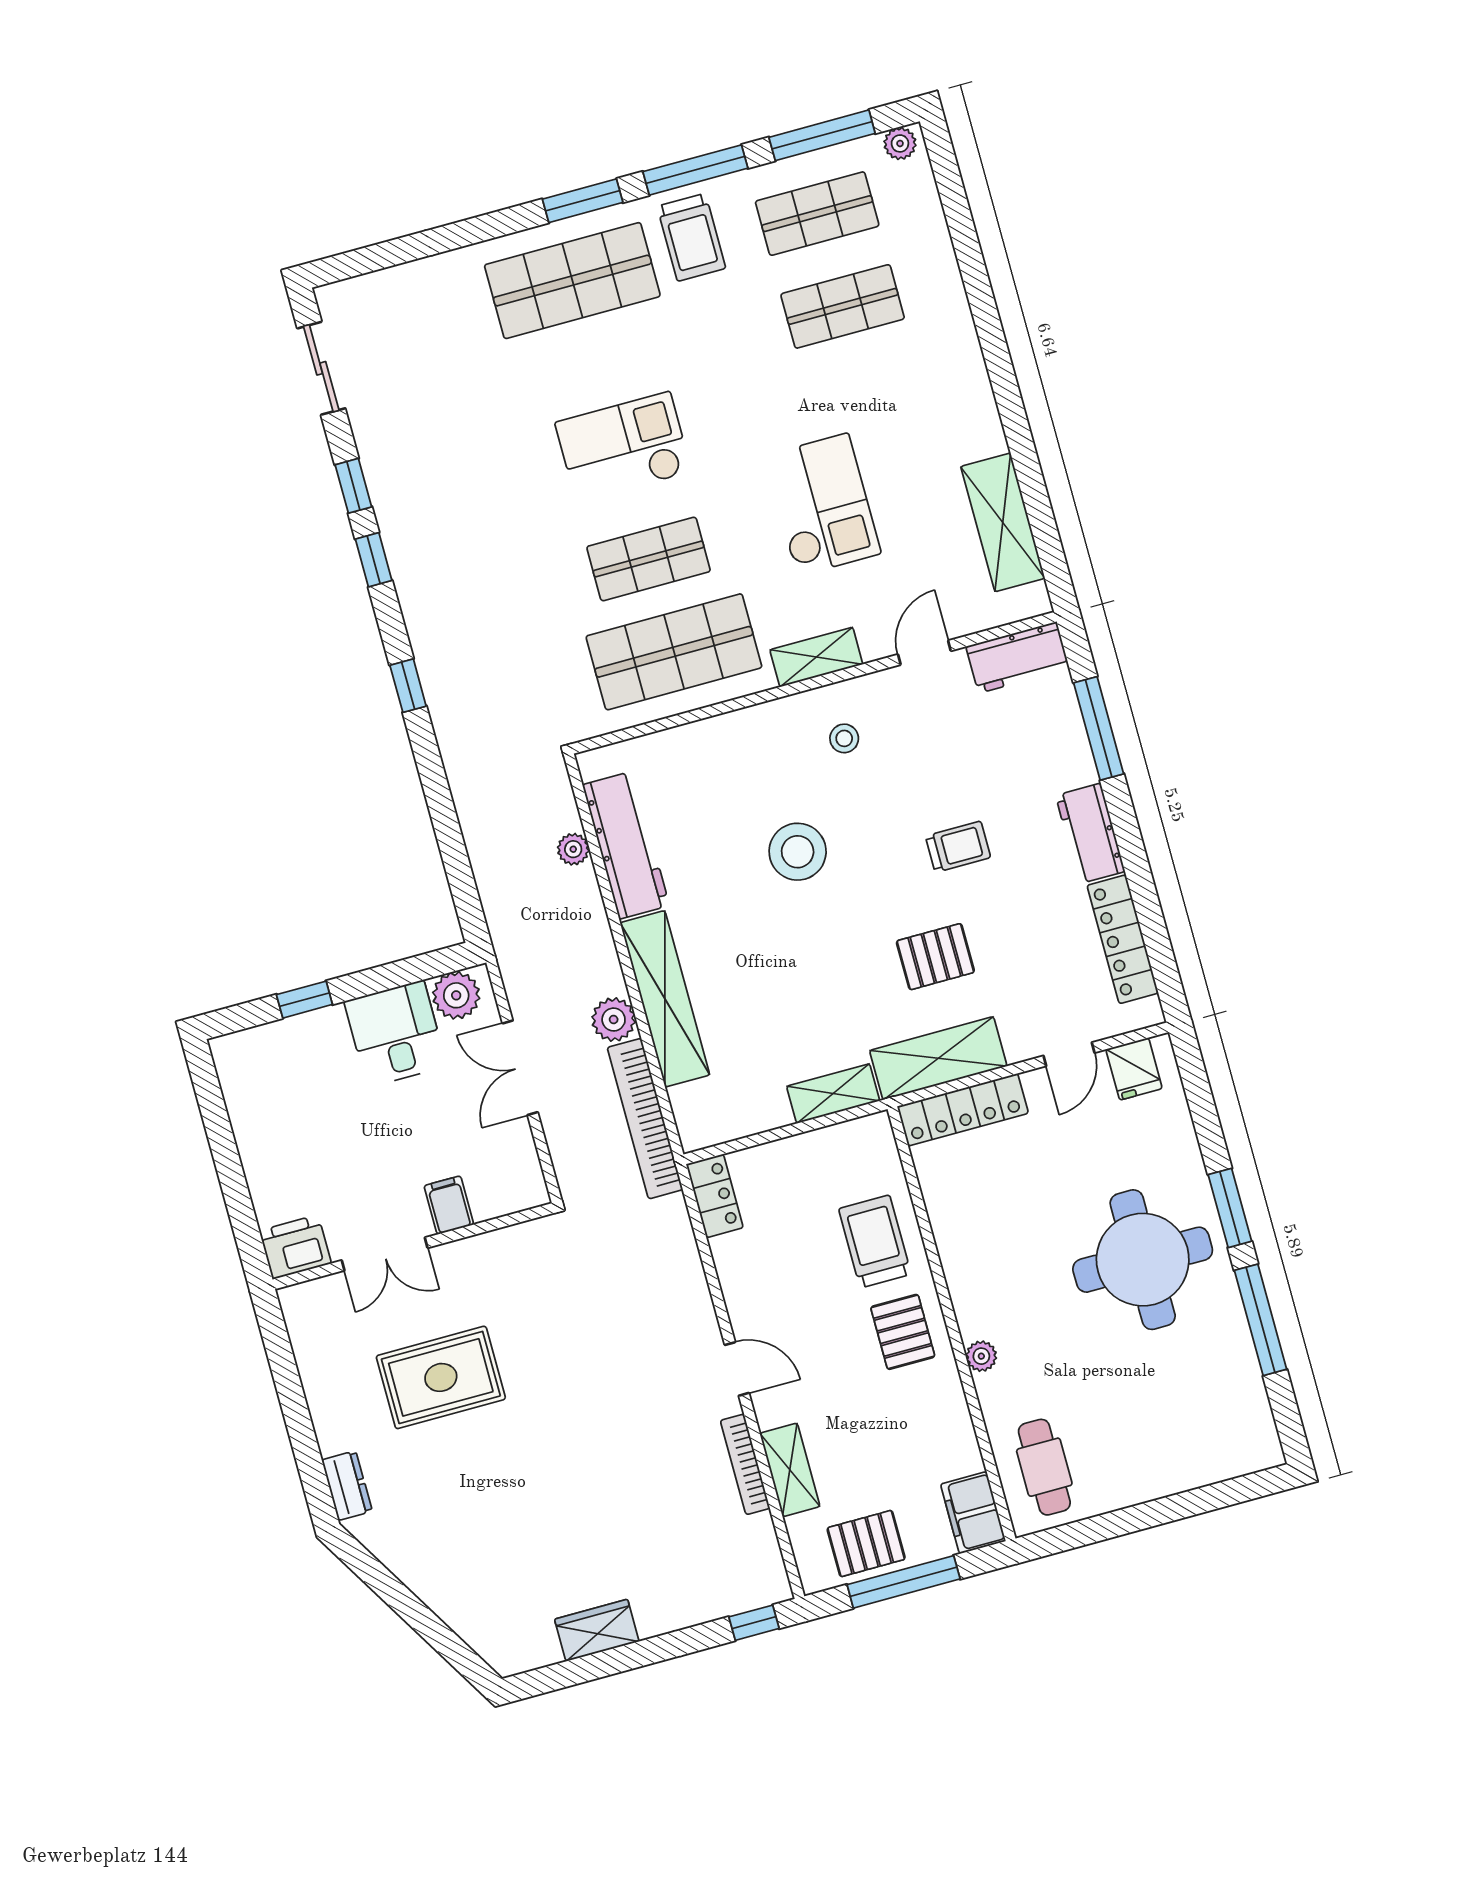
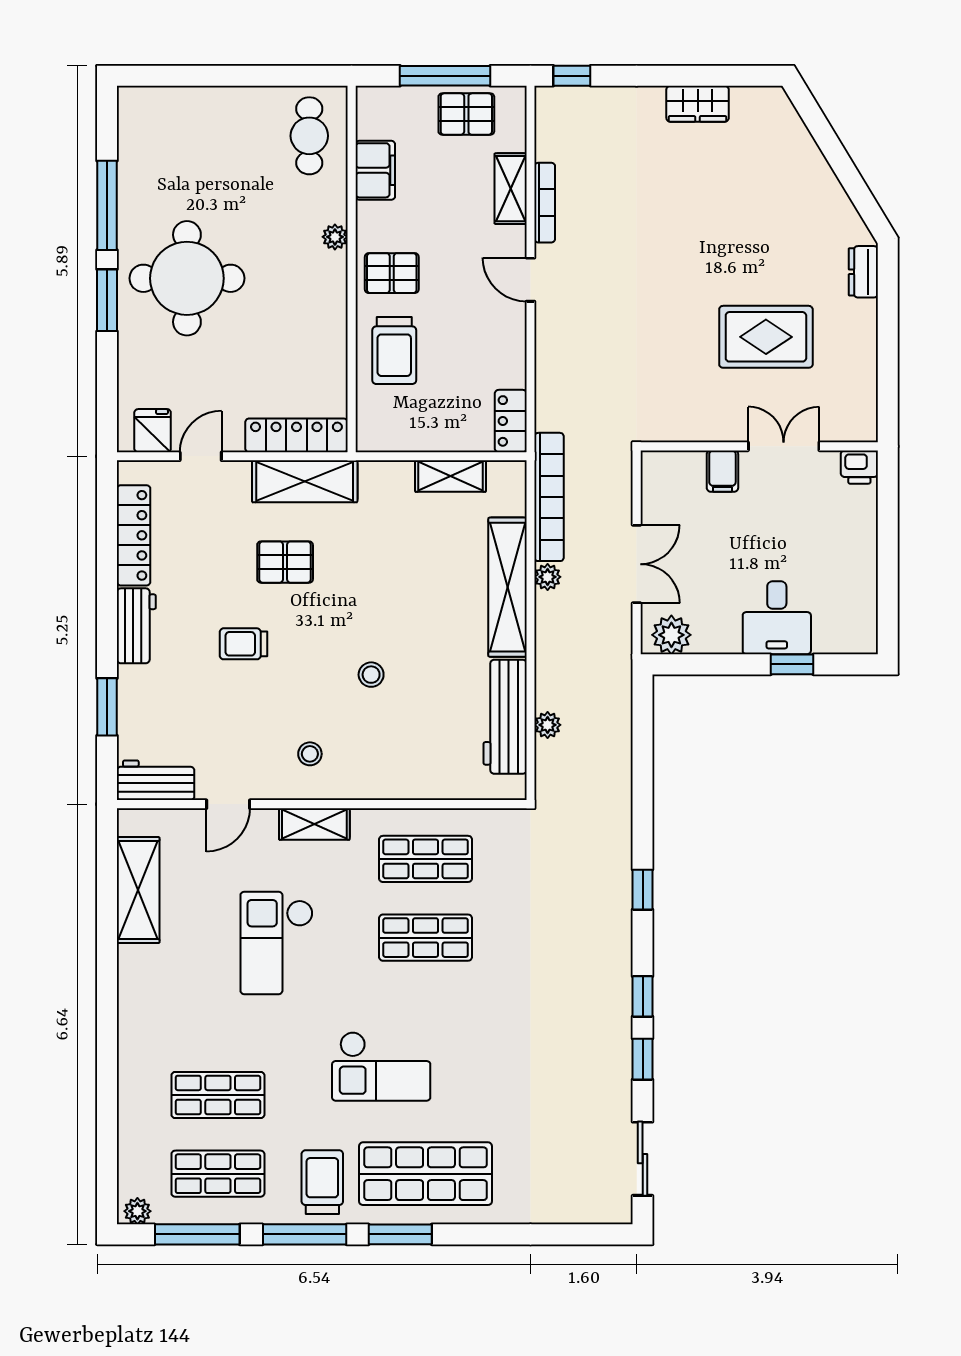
checkout: (623, 447) -> (381, 1066), moved
shop shelf: (674, 652) -> (426, 859), width x0.70, depth x0.74
window: (1099, 728) -> (107, 707), width x0.69
stool: (798, 852) -> (371, 675), width x0.53, depth x0.53
plant: (614, 1020) -> (548, 577), width x0.73, depth x0.73
desk: (395, 1034) -> (777, 618), moved
shelving: (833, 1094) -> (451, 476), moved
printer: (295, 1247) -> (859, 467), width x0.73, depth x0.81
pallet: (903, 1332) -> (392, 273), turned 90
filing cabinet: (973, 1513) -> (375, 170), moved

